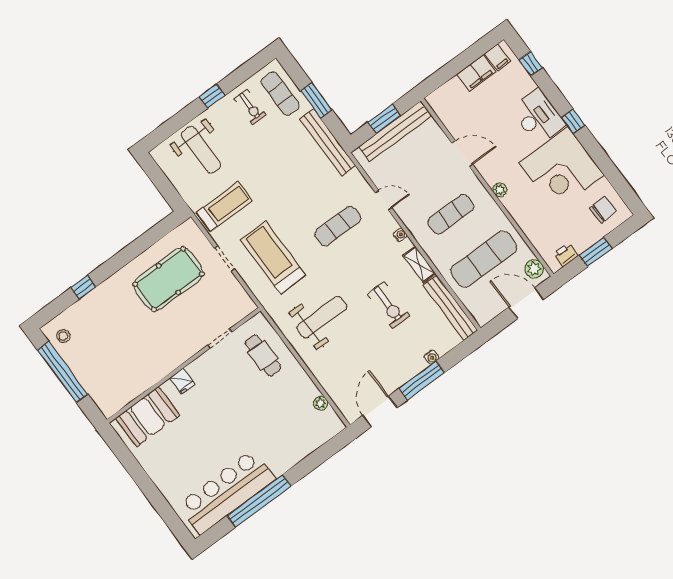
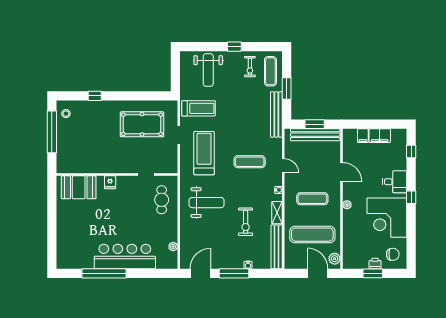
filing cabinet: (498, 57) -> (363, 136), moved
desk: (538, 117) -> (395, 182), width x0.73
printer: (566, 255) -> (375, 264), moved
bar counter: (227, 492) -> (125, 257), moved

